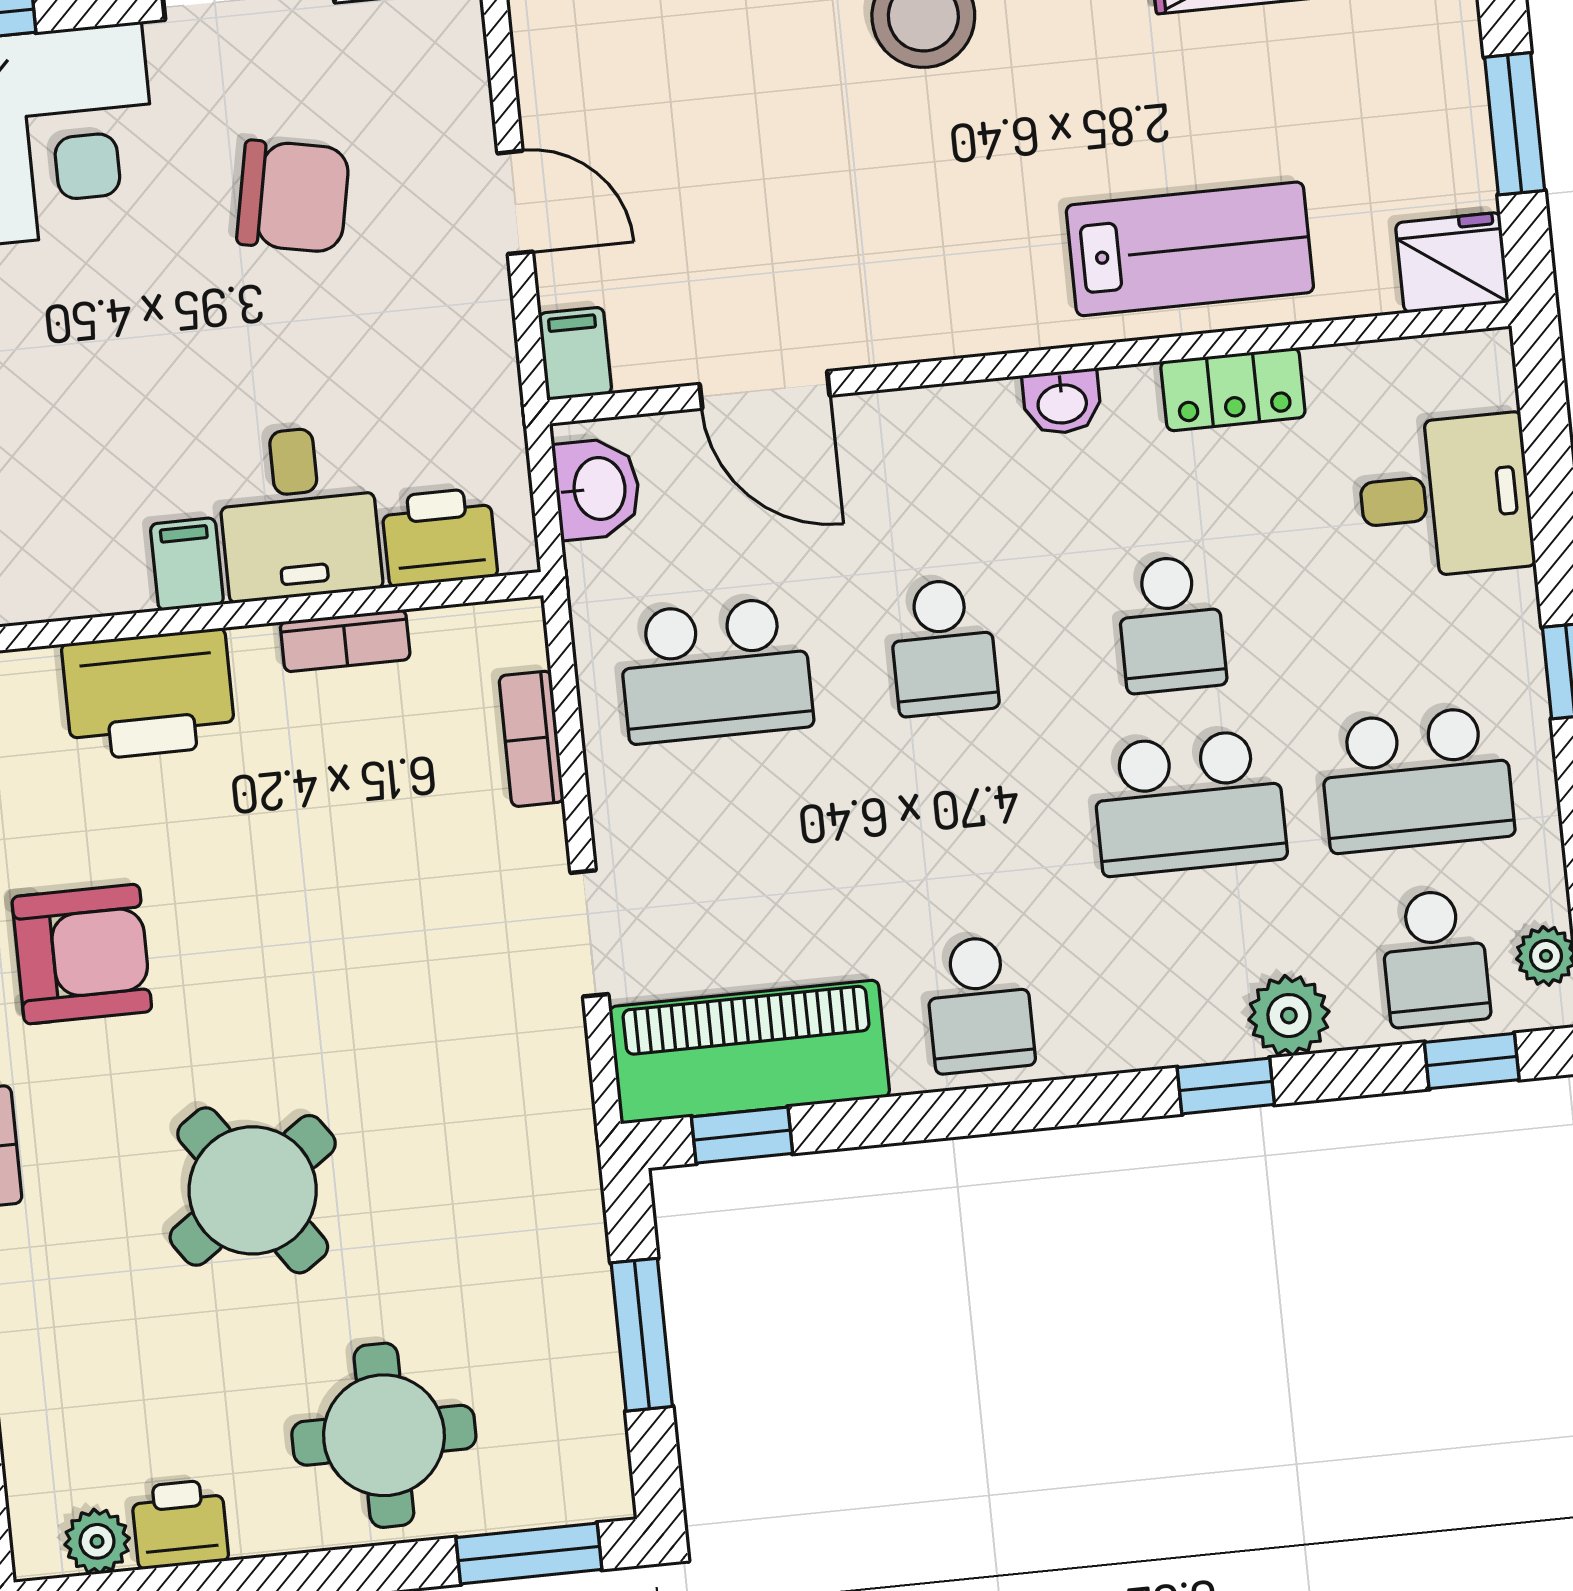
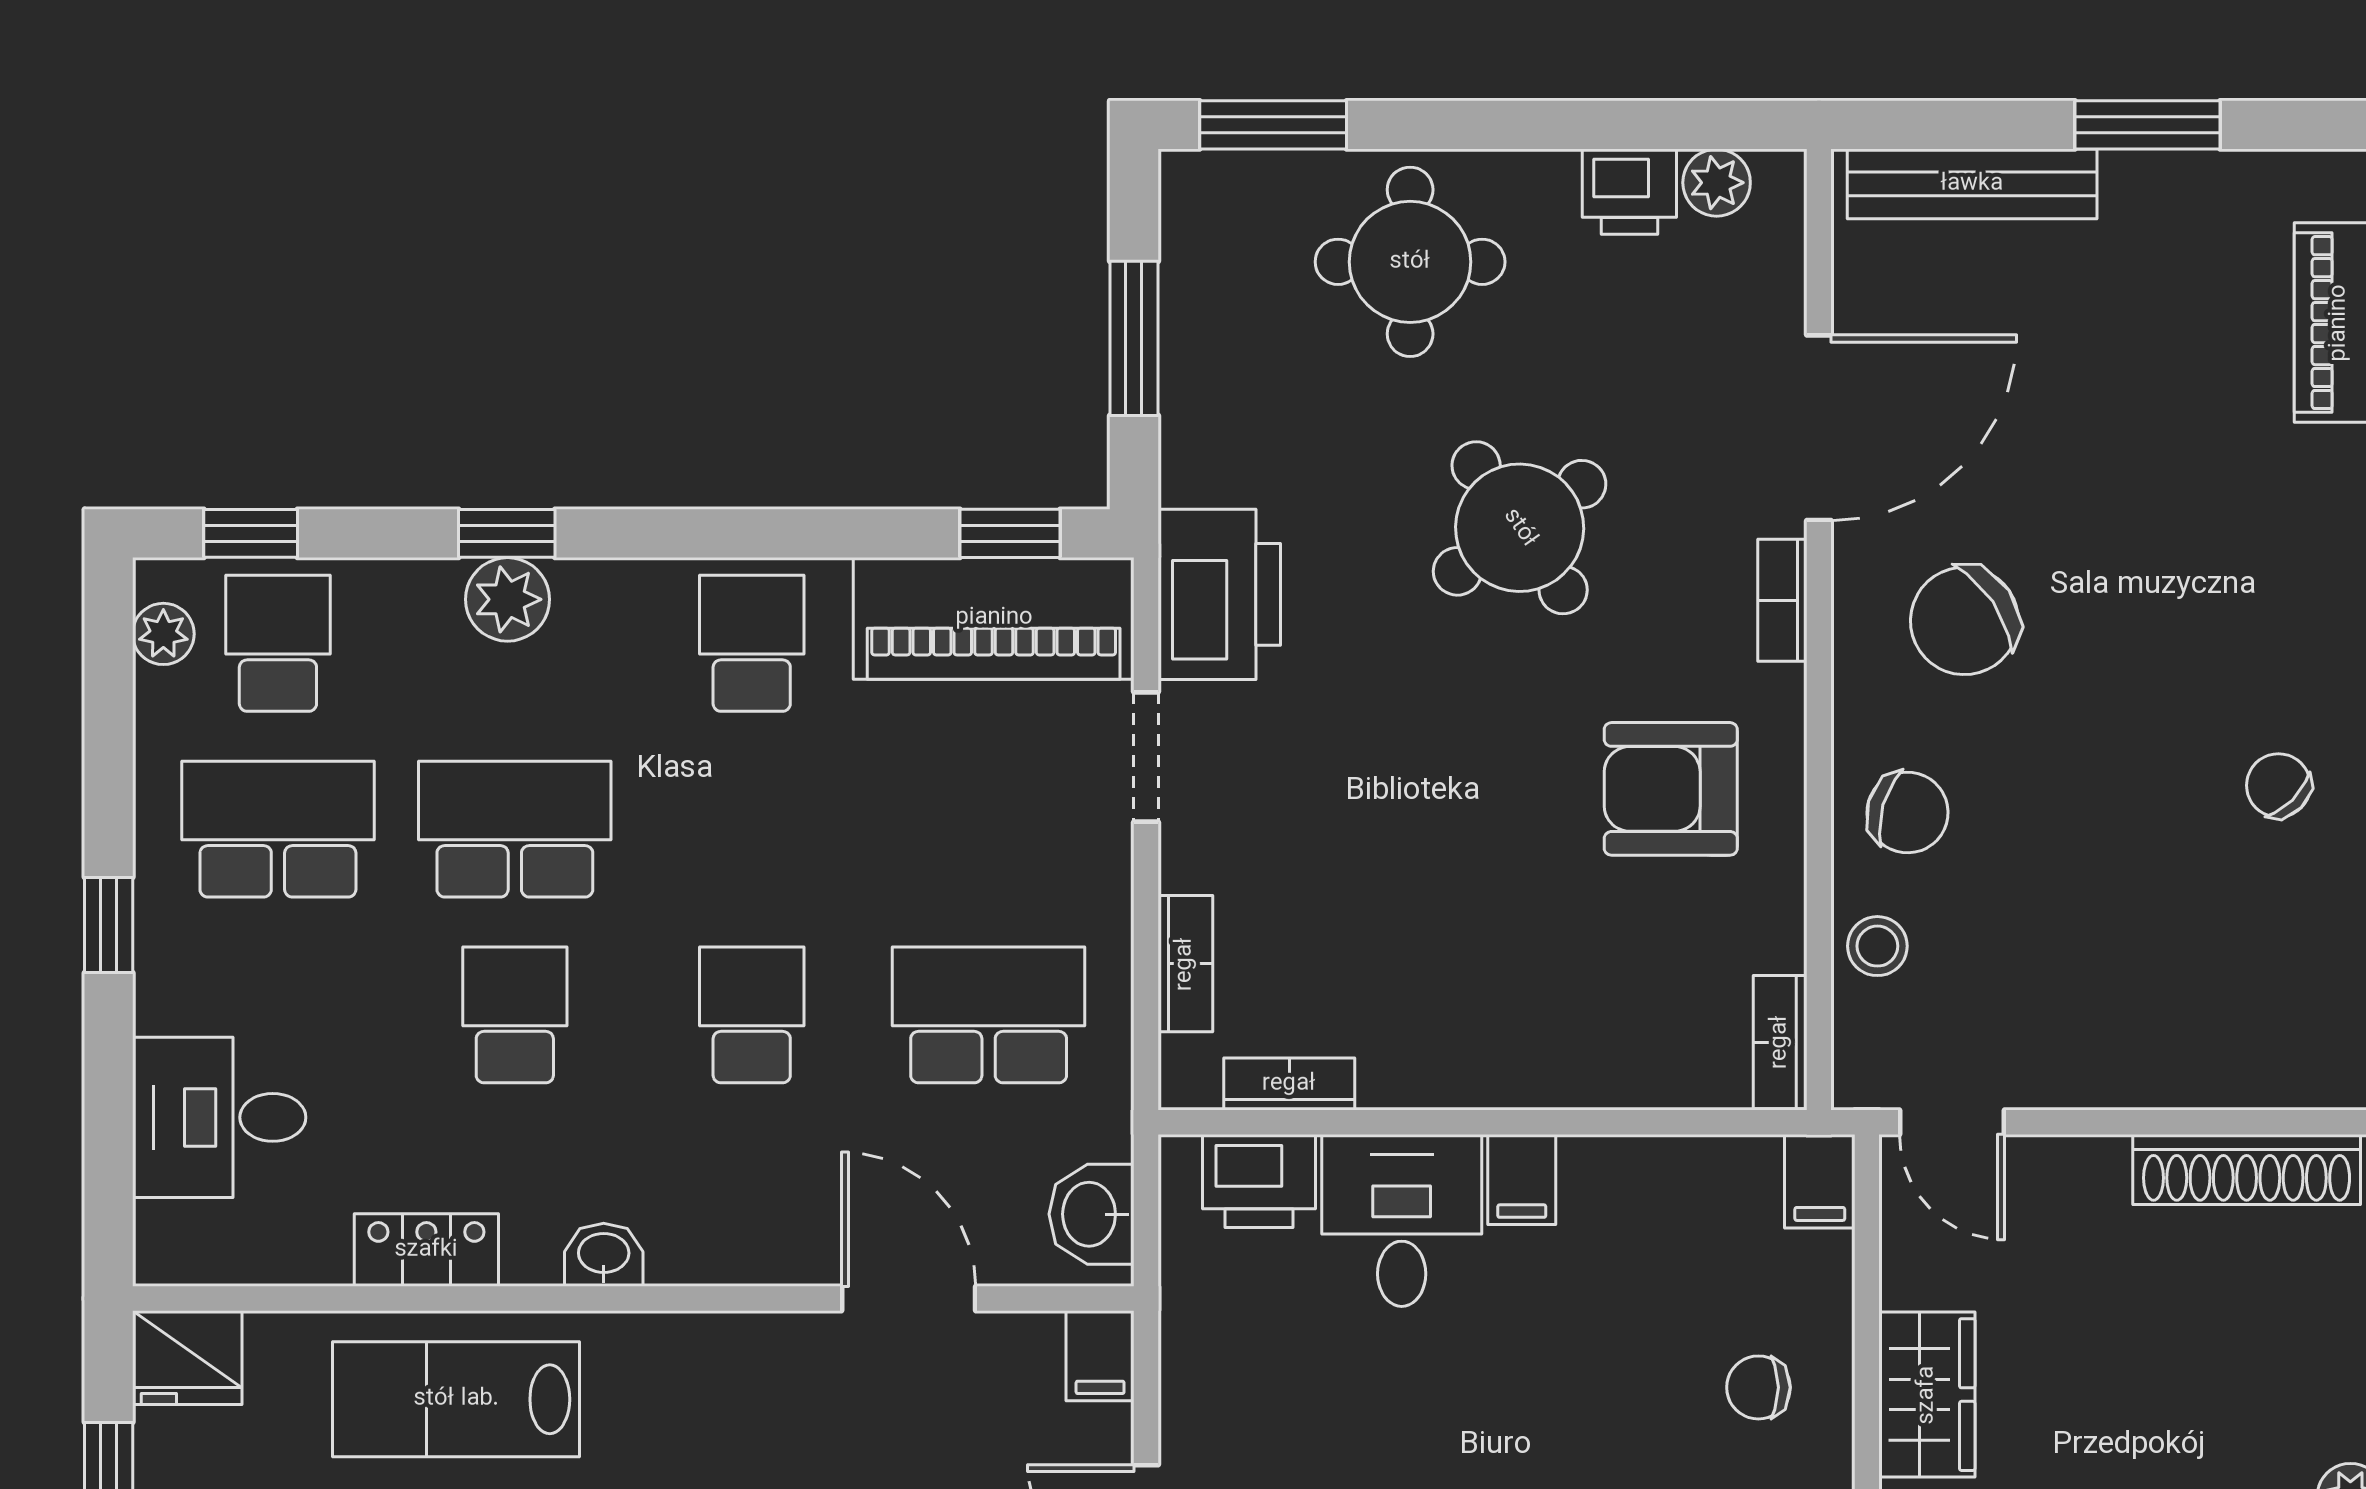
bookcase: (345, 641) -> (1289, 1084), moved
printer: (149, 695) -> (1219, 594), moved, turned 90
plant: (1289, 1016) -> (508, 599), moved

